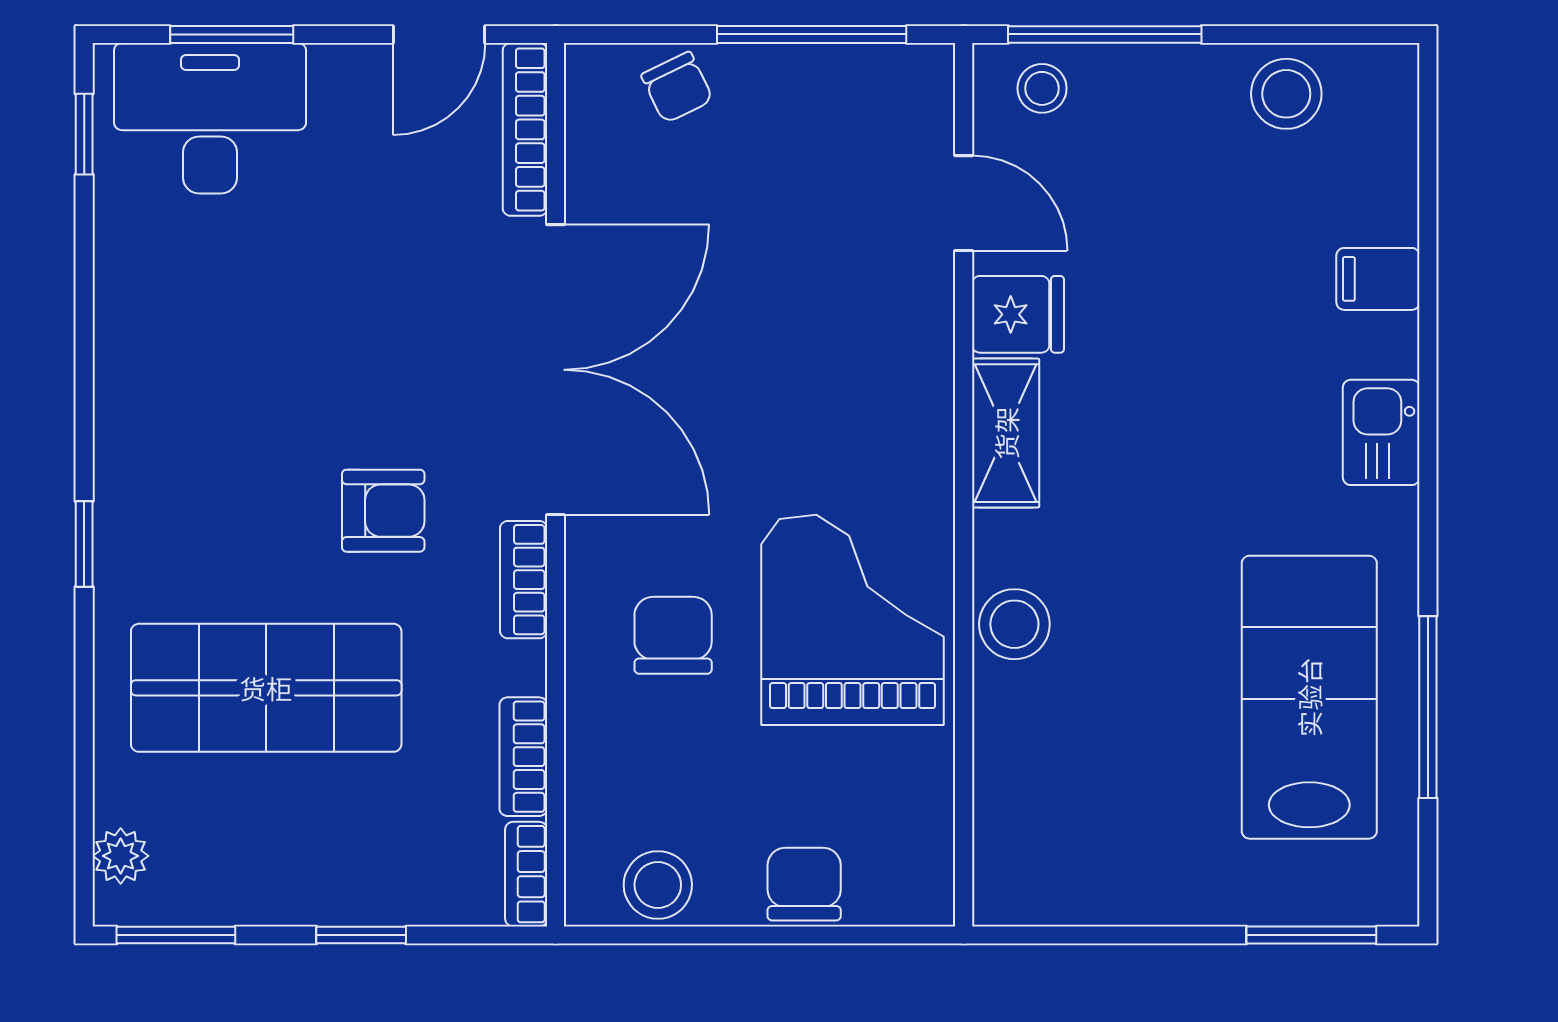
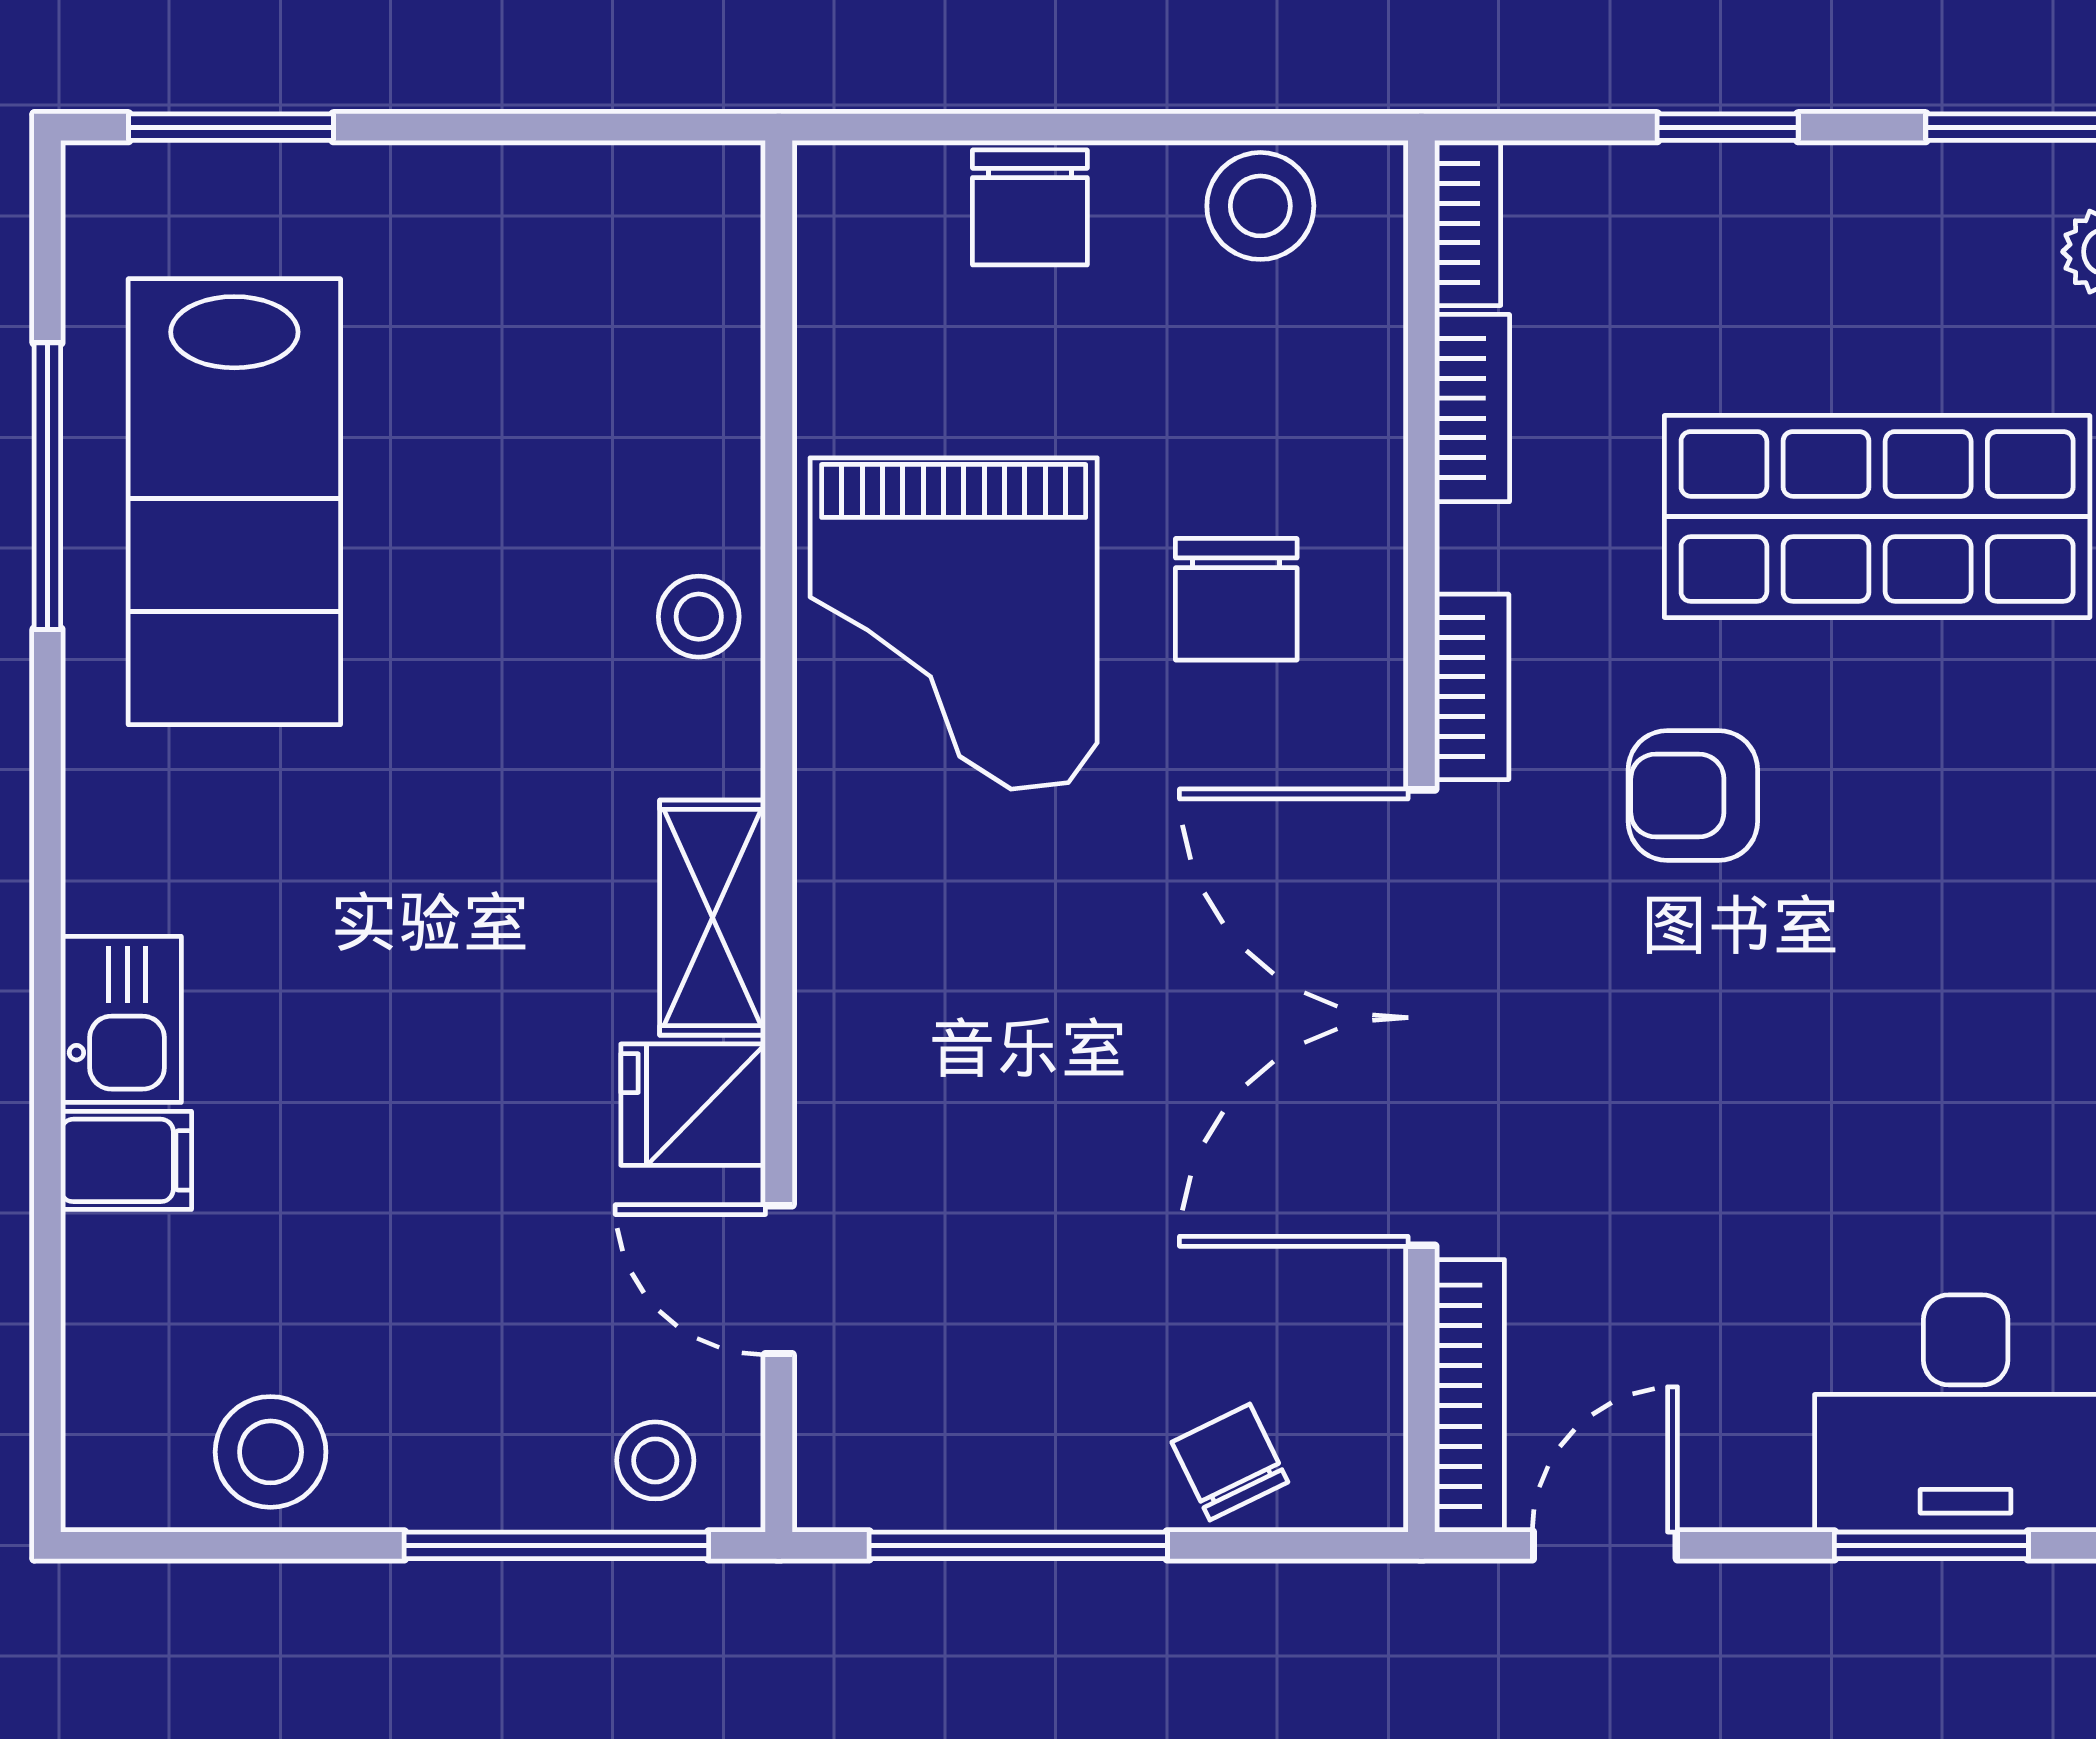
kitchen sink: (1381, 432) -> (121, 1019), moved
stool: (1014, 624) -> (699, 617), width x0.73, depth x0.73

